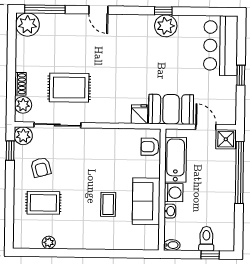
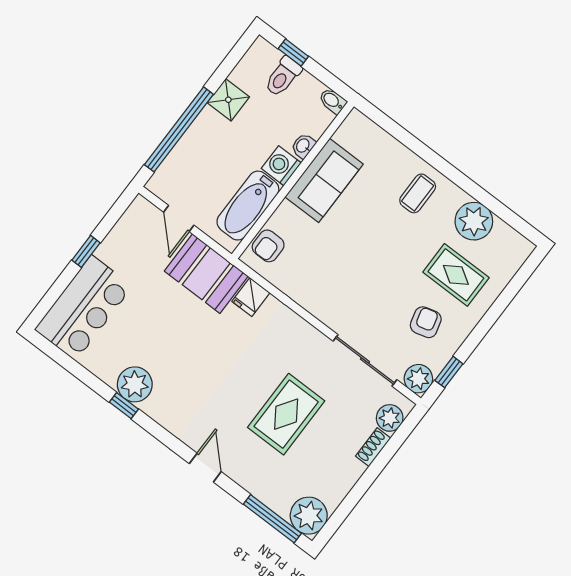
rug: (69, 88) -> (286, 414), moved, turned 90
shower: (226, 139) -> (228, 100), moved
armchair: (150, 147) -> (268, 246), turned 90
coffee table: (108, 204) -> (418, 193), moved
plant: (49, 242) -> (474, 221), width x1.88, depth x1.88

